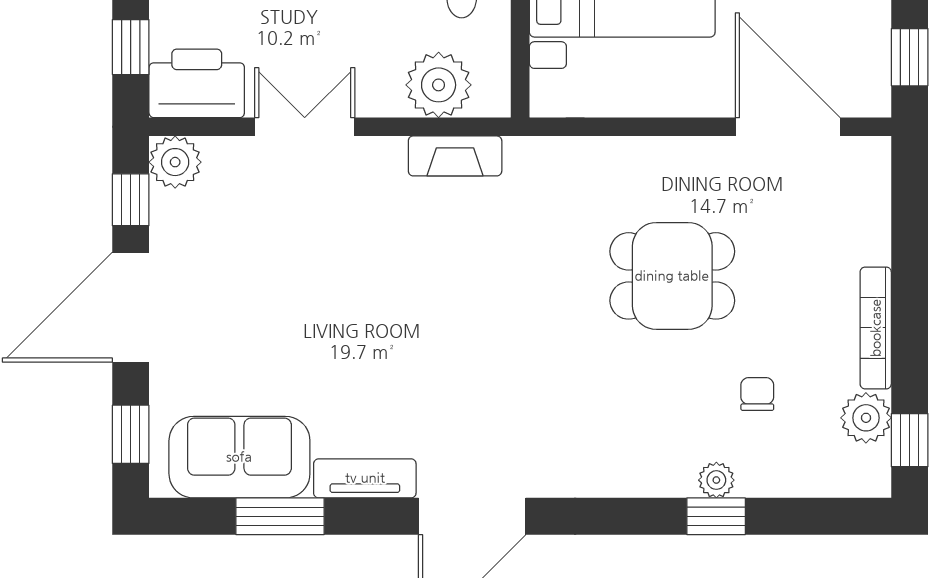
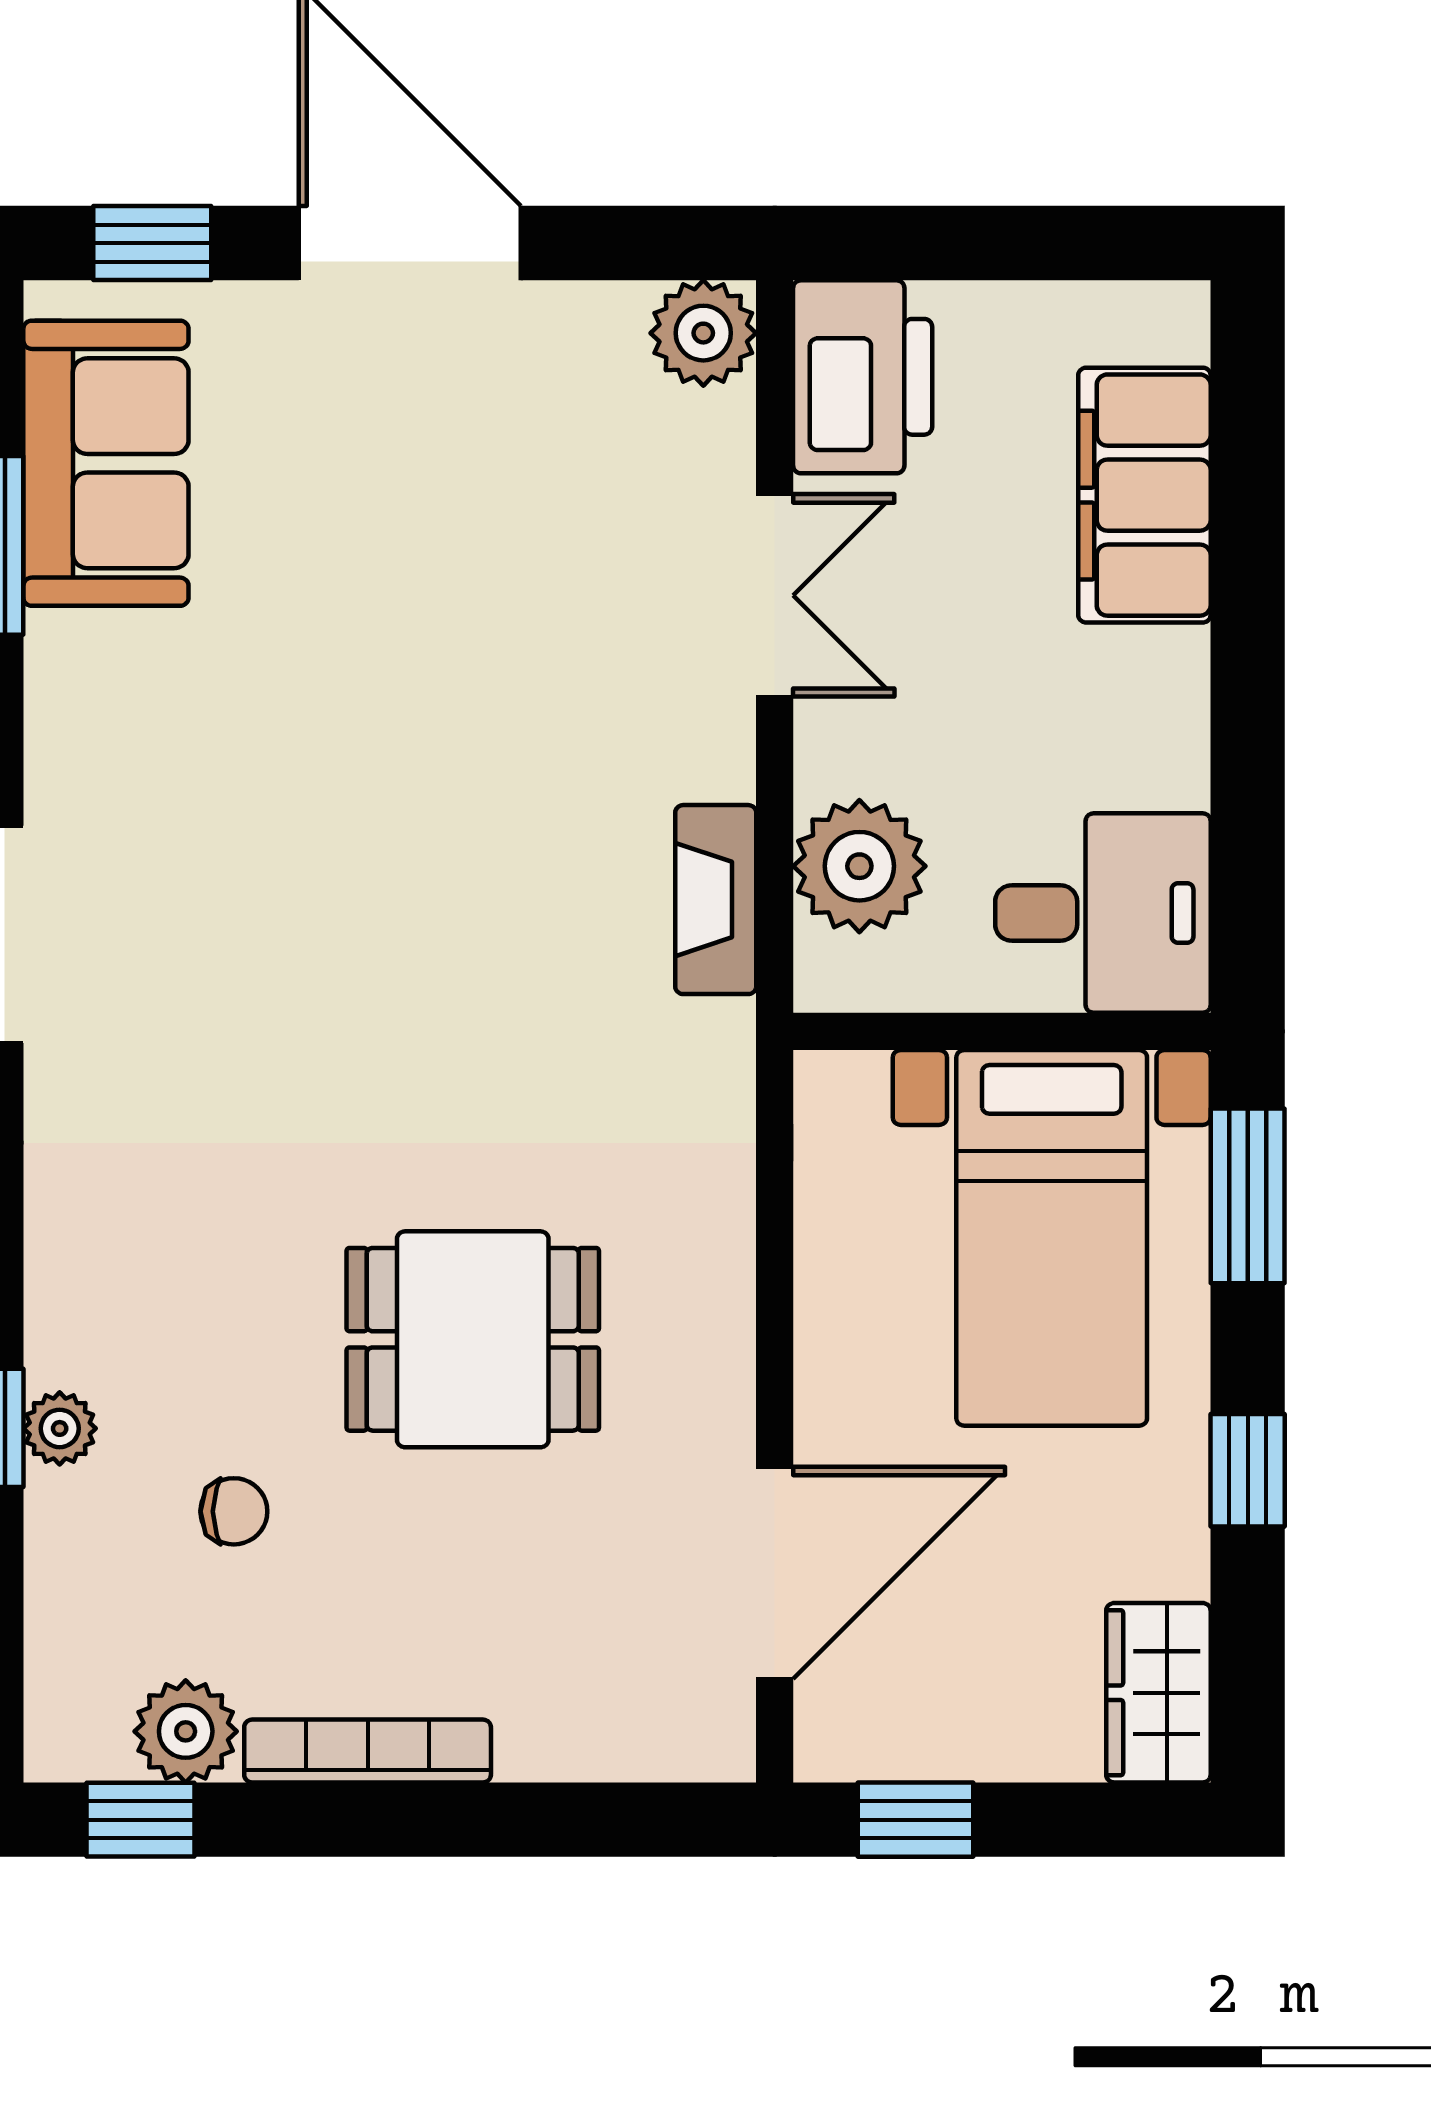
window: (131, 47) -> (936, 243), removed
window: (131, 200) -> (627, 243), removed
dining table: (672, 276) -> (473, 1339), turned 90
tv unit: (365, 478) -> (63, 717), removed

